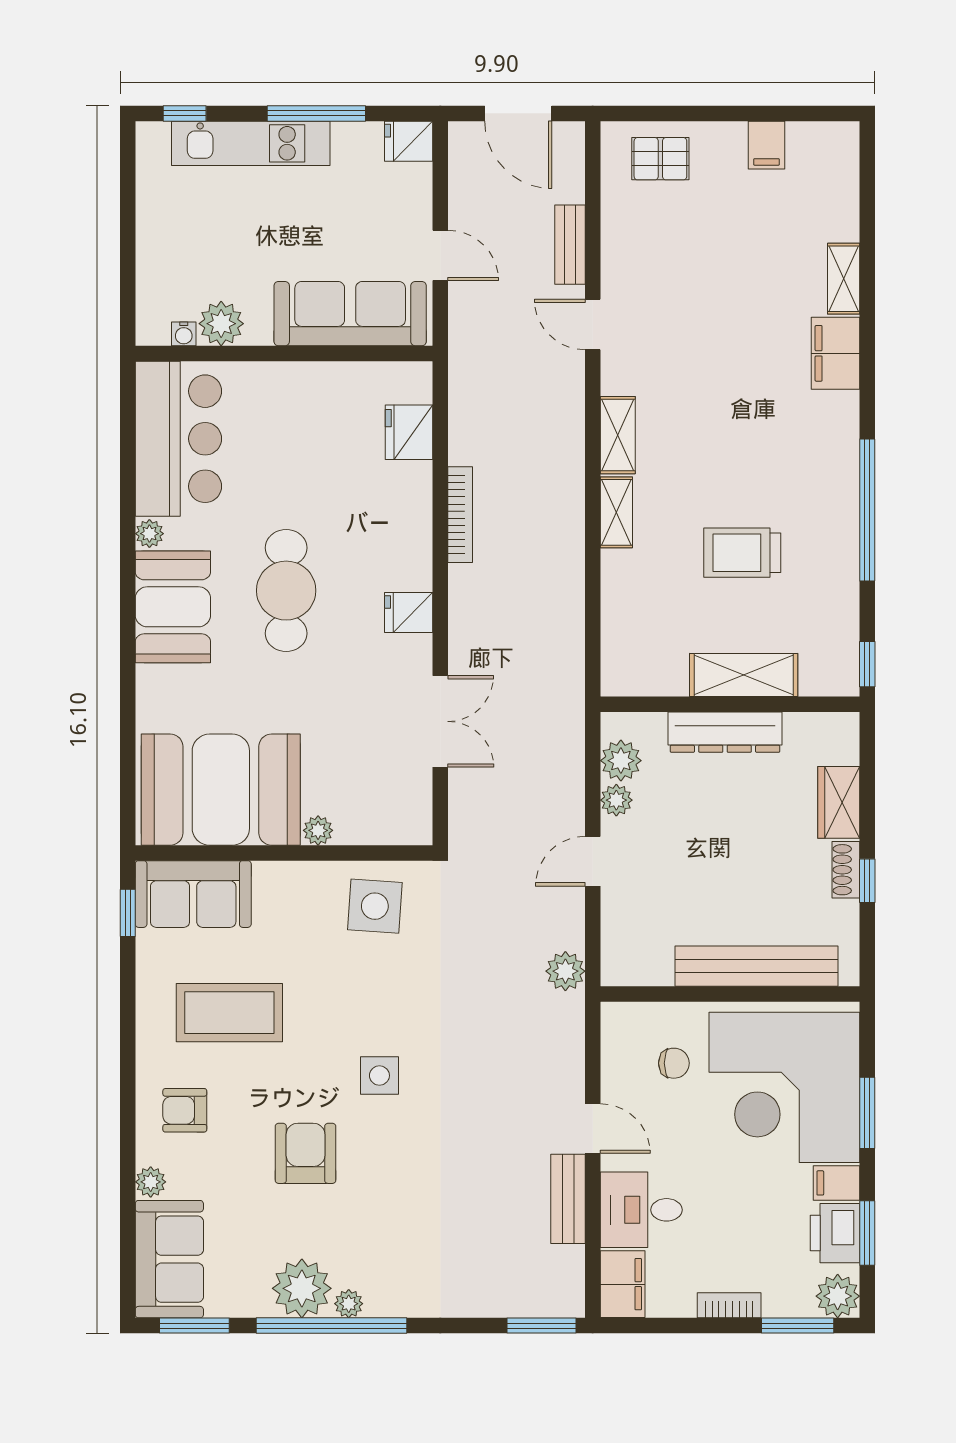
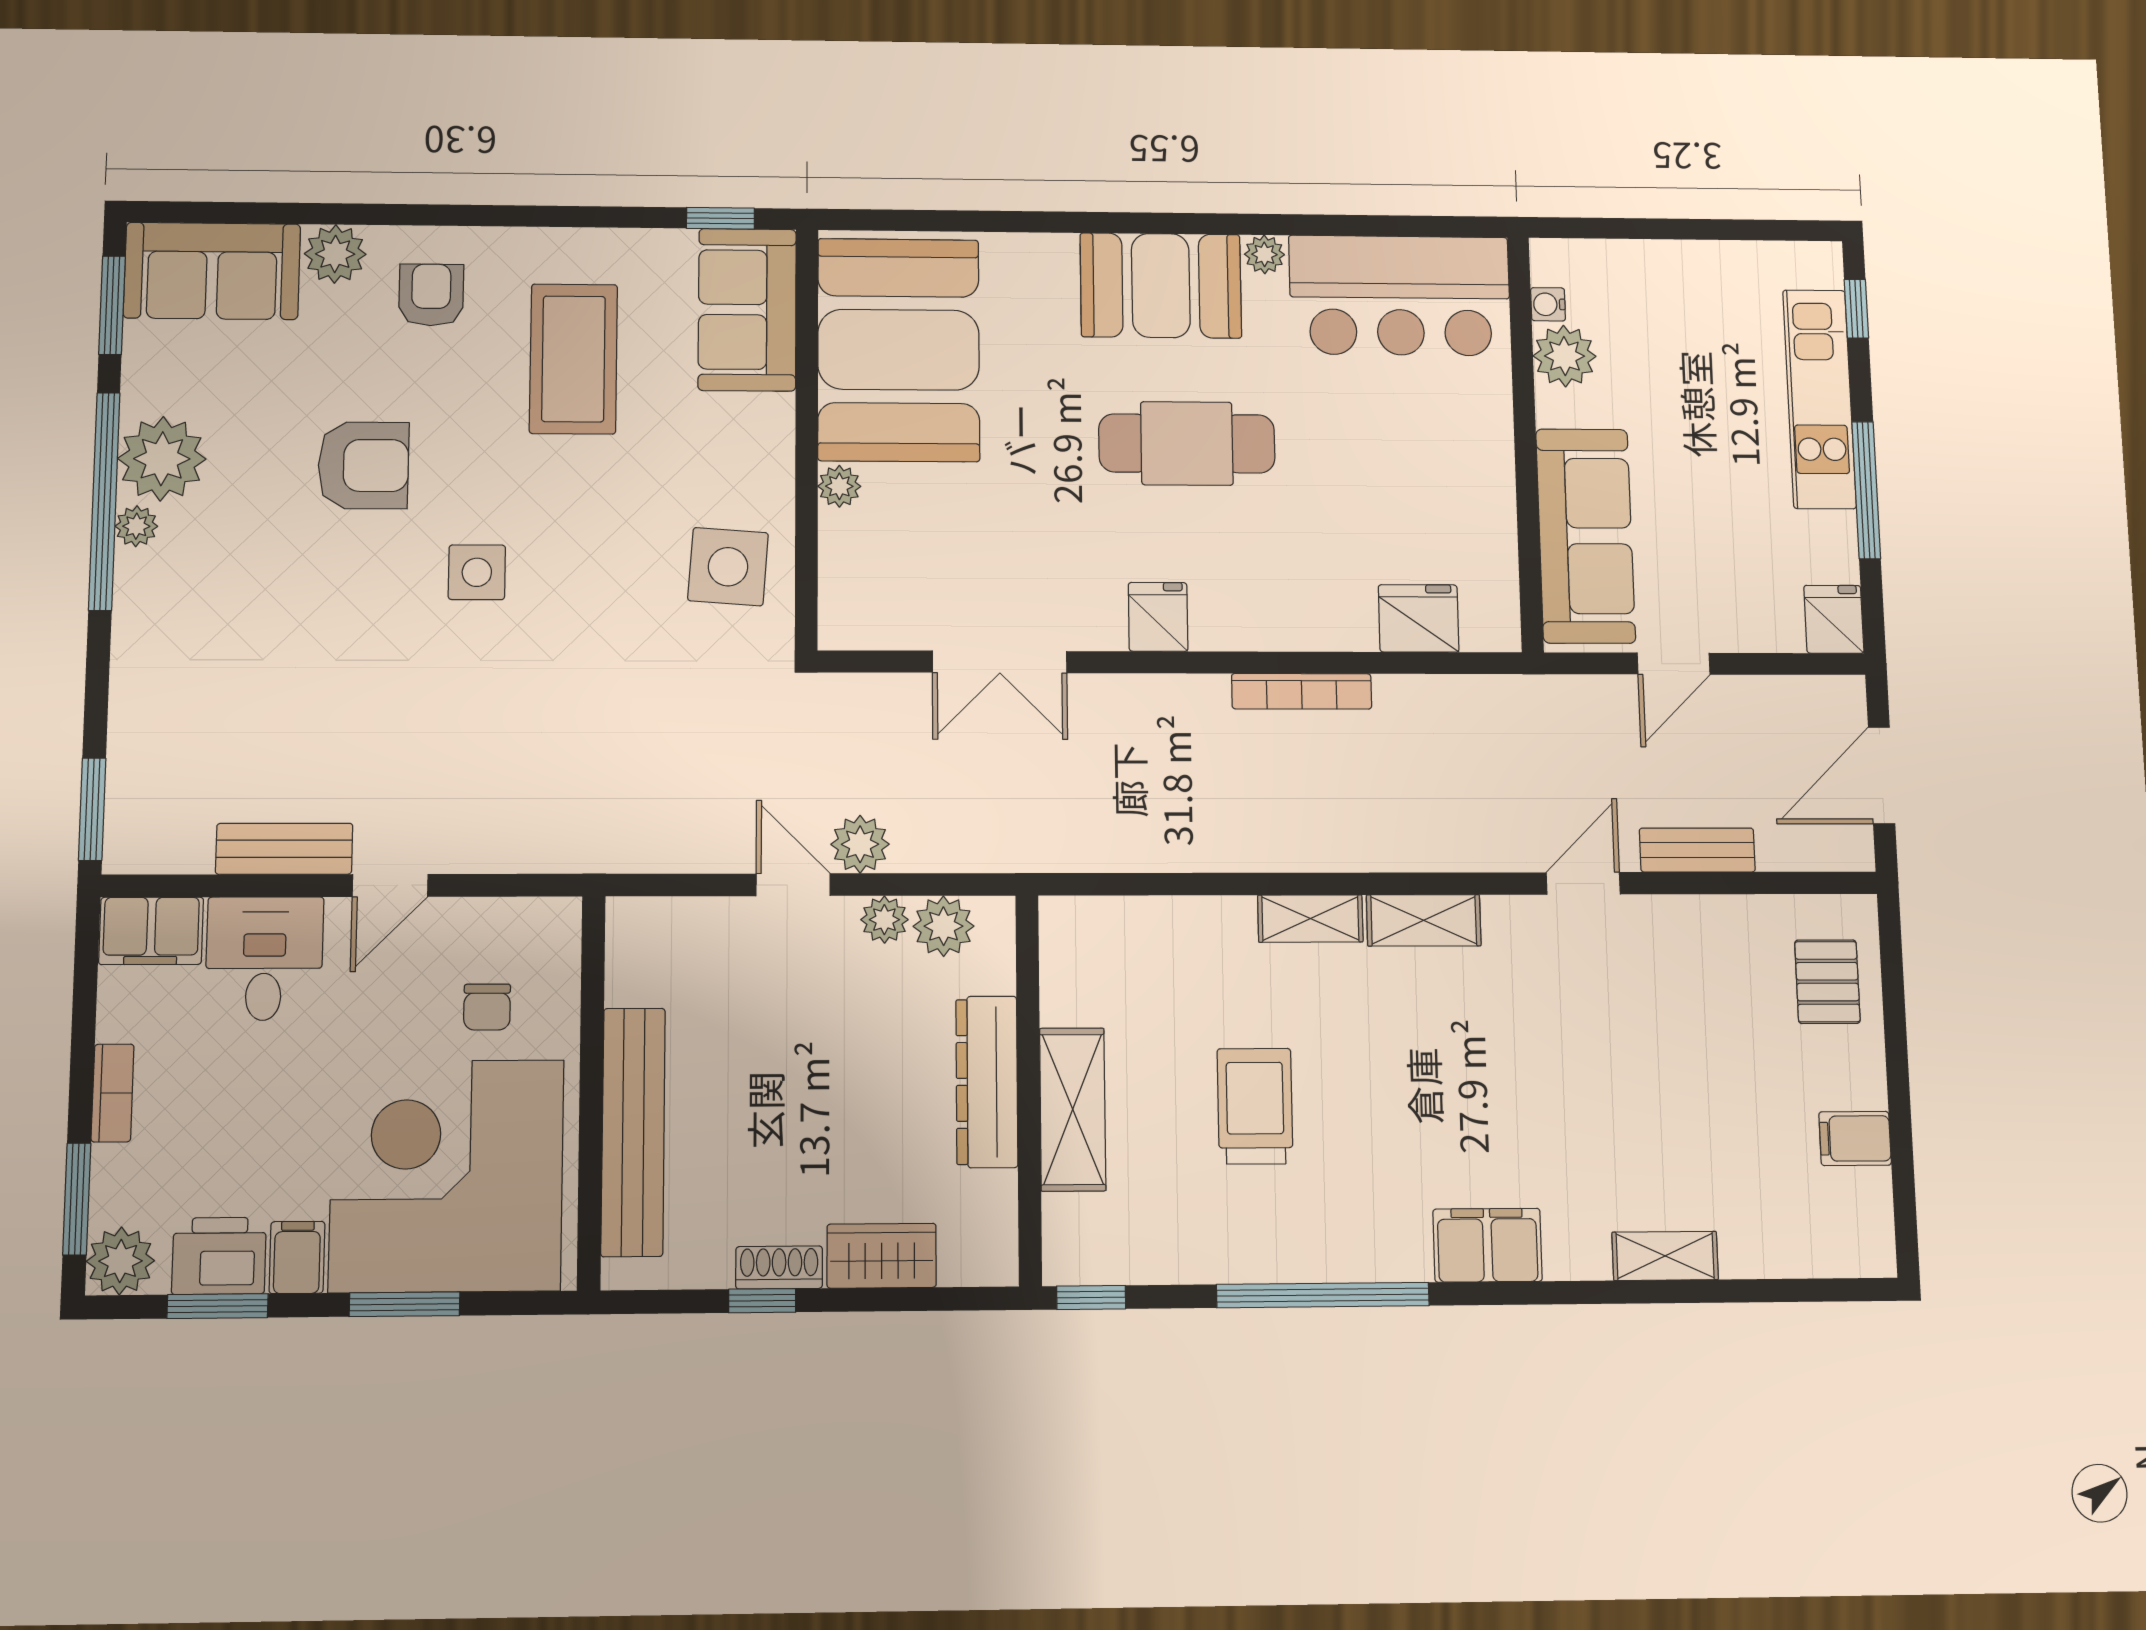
filing cabinet: (835, 353) -> (1488, 1245), moved
plant: (565, 971) -> (860, 844), moved
plant: (151, 1182) -> (335, 254), width x1.38, depth x1.38

